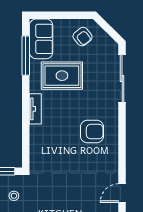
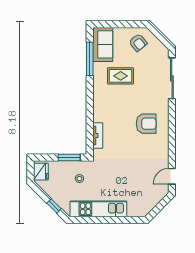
rug: (62, 76) -> (121, 76), width x0.73, depth x0.70
tv unit: (35, 109) -> (98, 136), moved

